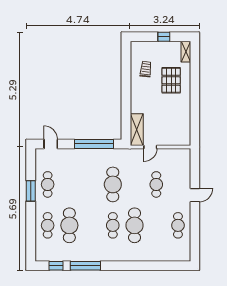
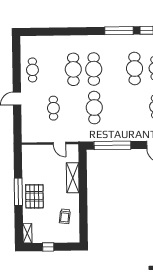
pallet: (171, 80) -> (34, 196), moved
window: (195, 96) -> (18, 192), added
shelving: (137, 130) -> (73, 178), moved
door: (150, 147) -> (59, 143), swing flipped
cafe table: (113, 225) -> (94, 69), width x1.37, depth x1.35

